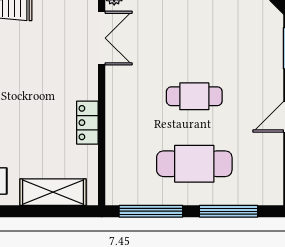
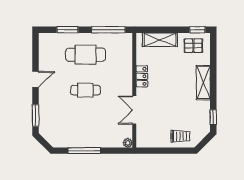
double door: (102, 38) -> (134, 110), moved
window: (229, 211) -> (68, 30), width x0.69

